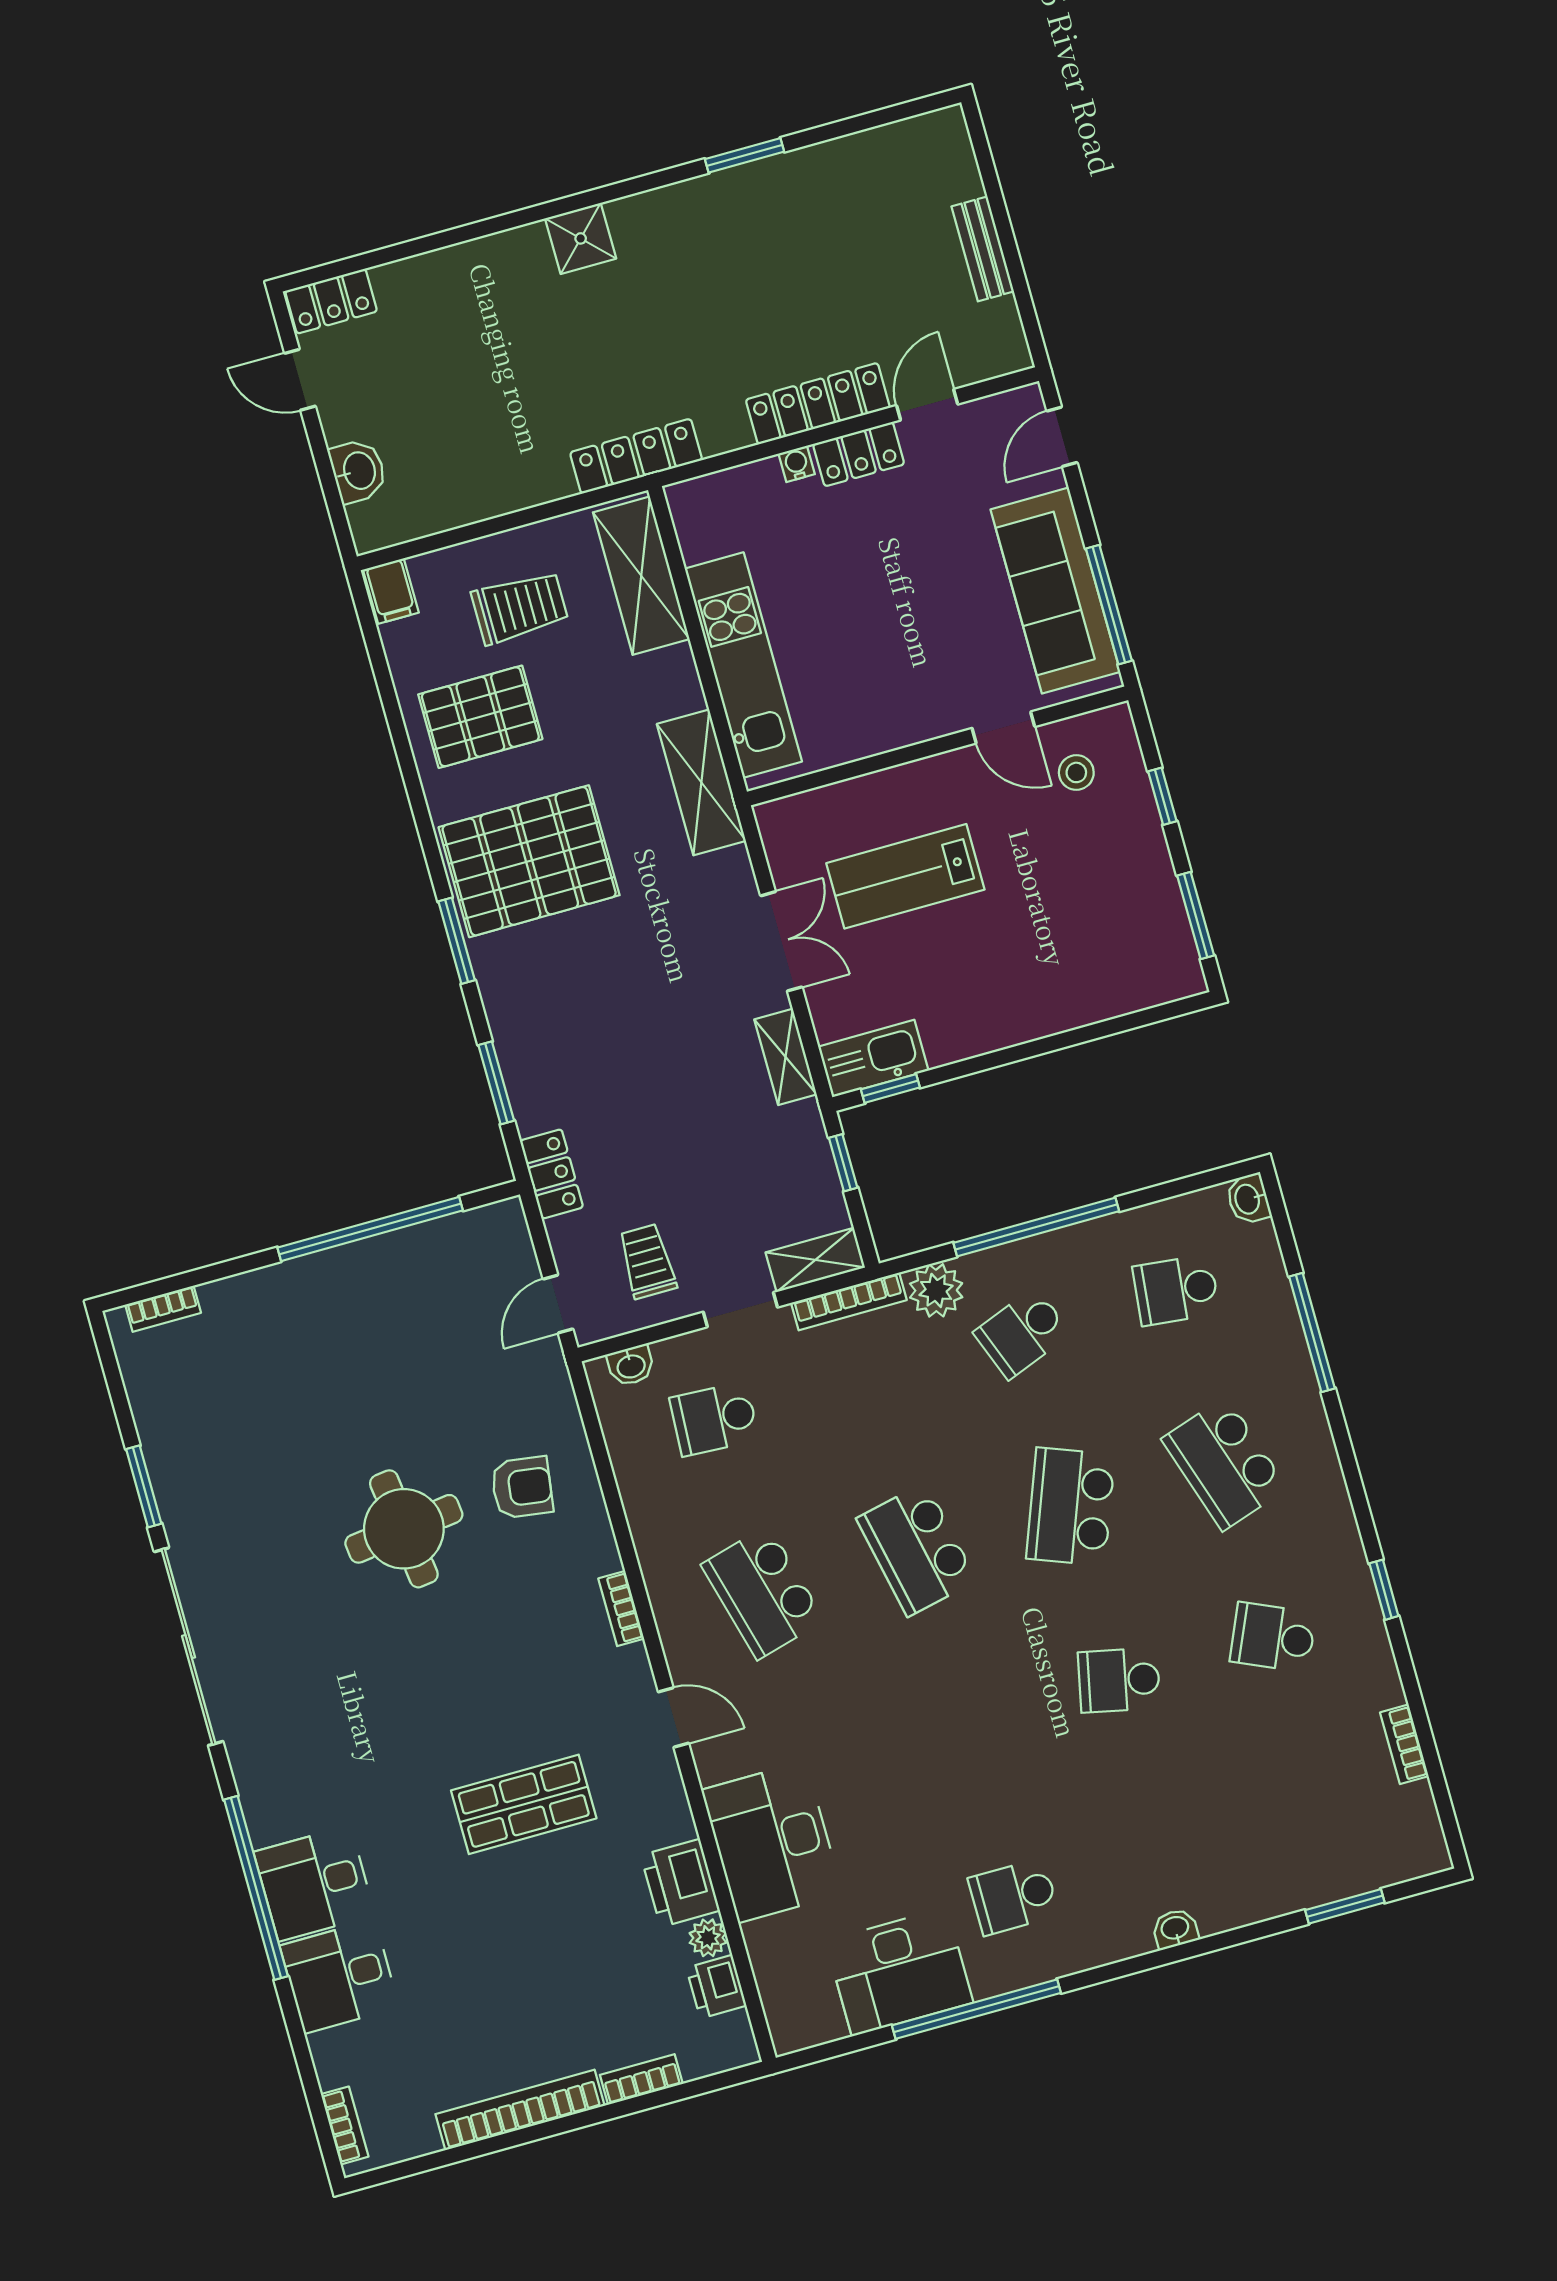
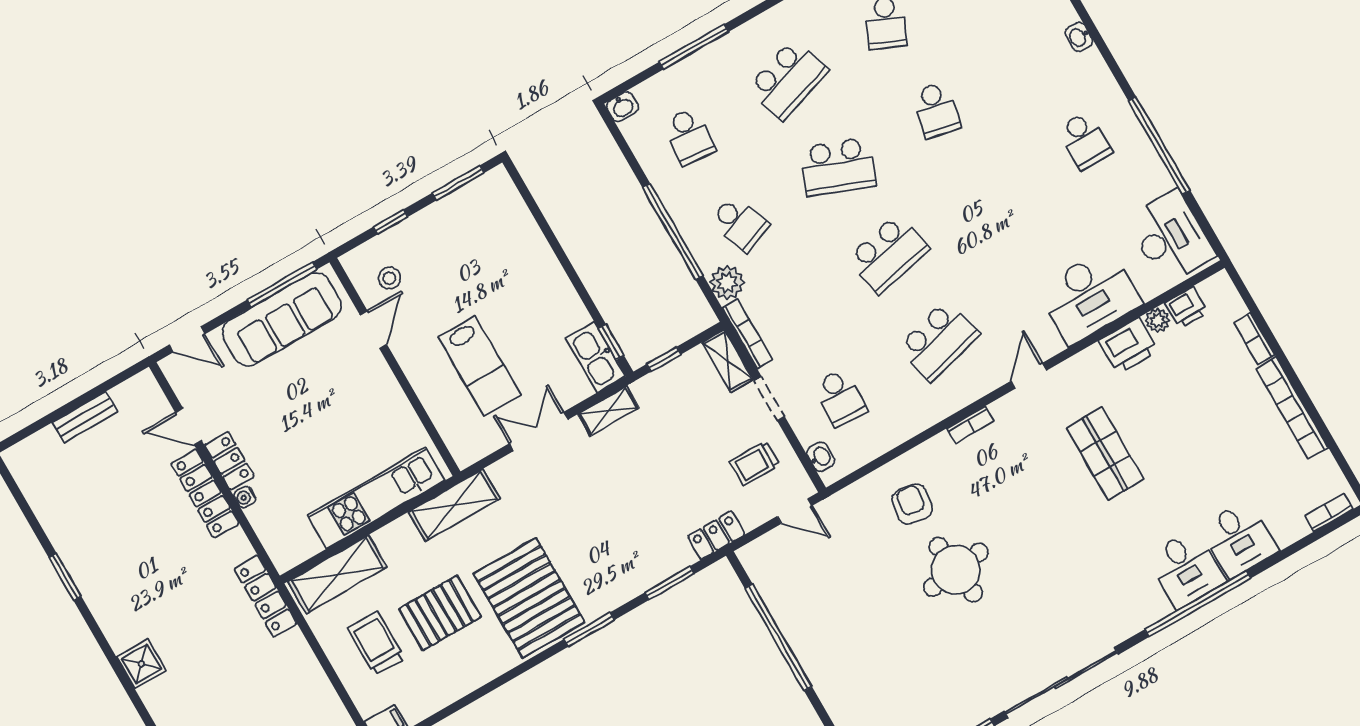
pallet: (480, 717) -> (440, 613), moved, turned 90
desk: (899, 1972) -> (1171, 237), moved

